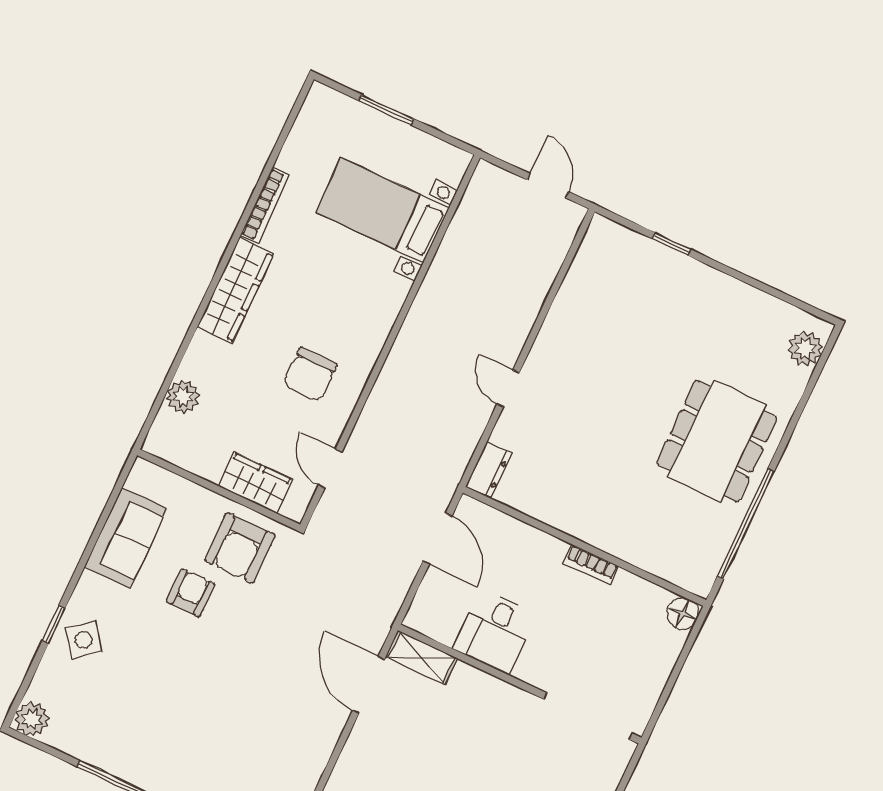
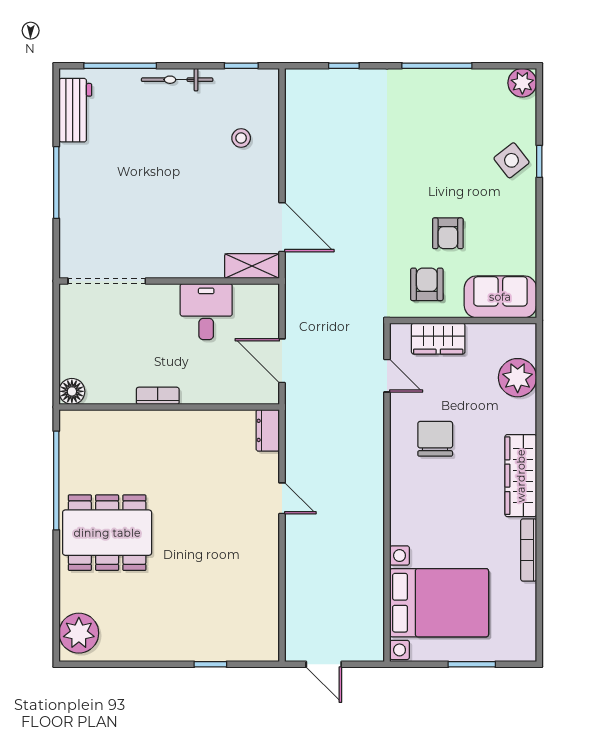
bed with nightstands: (382, 210) -> (439, 603), width x1.36
plant: (805, 348) -> (79, 633), width x1.36, depth x1.36
plant: (183, 397) -> (518, 378), width x1.36, depth x1.36
dining table: (717, 441) -> (107, 533), turned 90
sofa: (126, 538) -> (500, 297), moved, turned 90
armchair: (240, 548) -> (427, 284), width x0.72, depth x0.72

